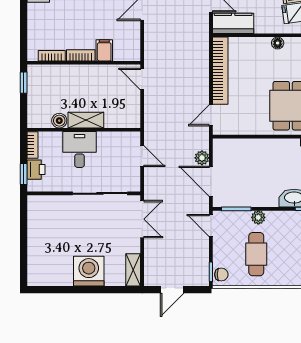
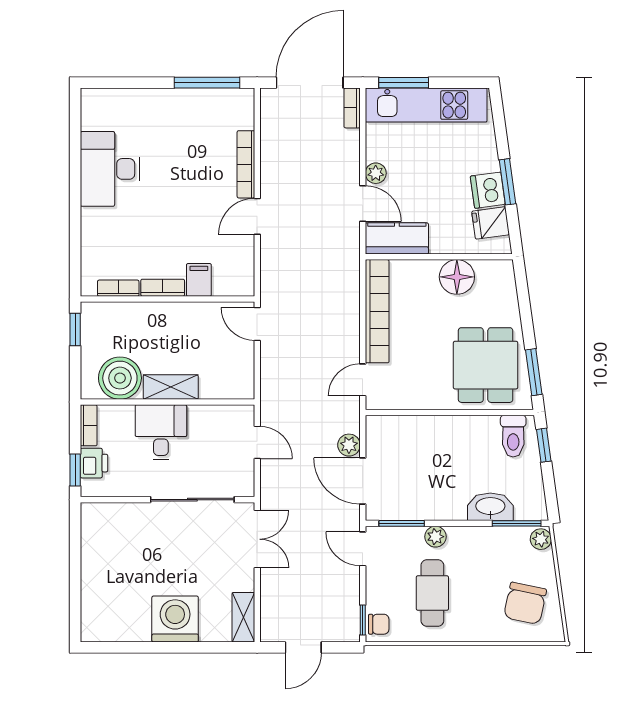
floor lamp: (278, 43) -> (457, 277), width x1.89, depth x1.89
boiler: (59, 121) -> (120, 378), width x1.86, depth x1.86

